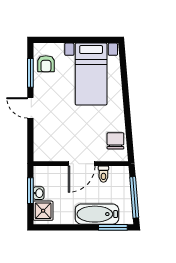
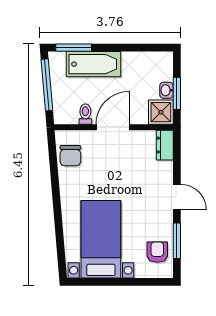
dresser: (40, 149) -> (165, 145), added
shower: (43, 211) -> (161, 112), moved

